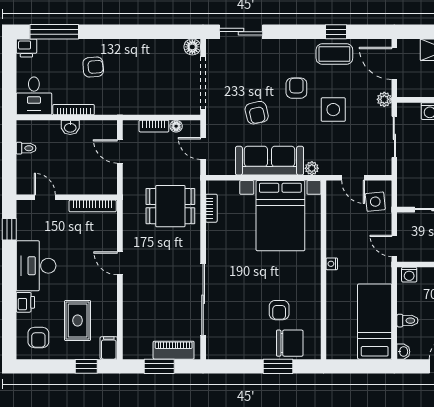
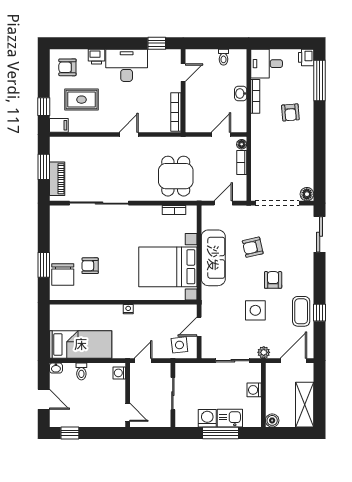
armchair: (296, 88) -> (273, 280), turned -90
floor lamp: (176, 126) -> (242, 144), moved
plant: (312, 168) -> (207, 293), removed

